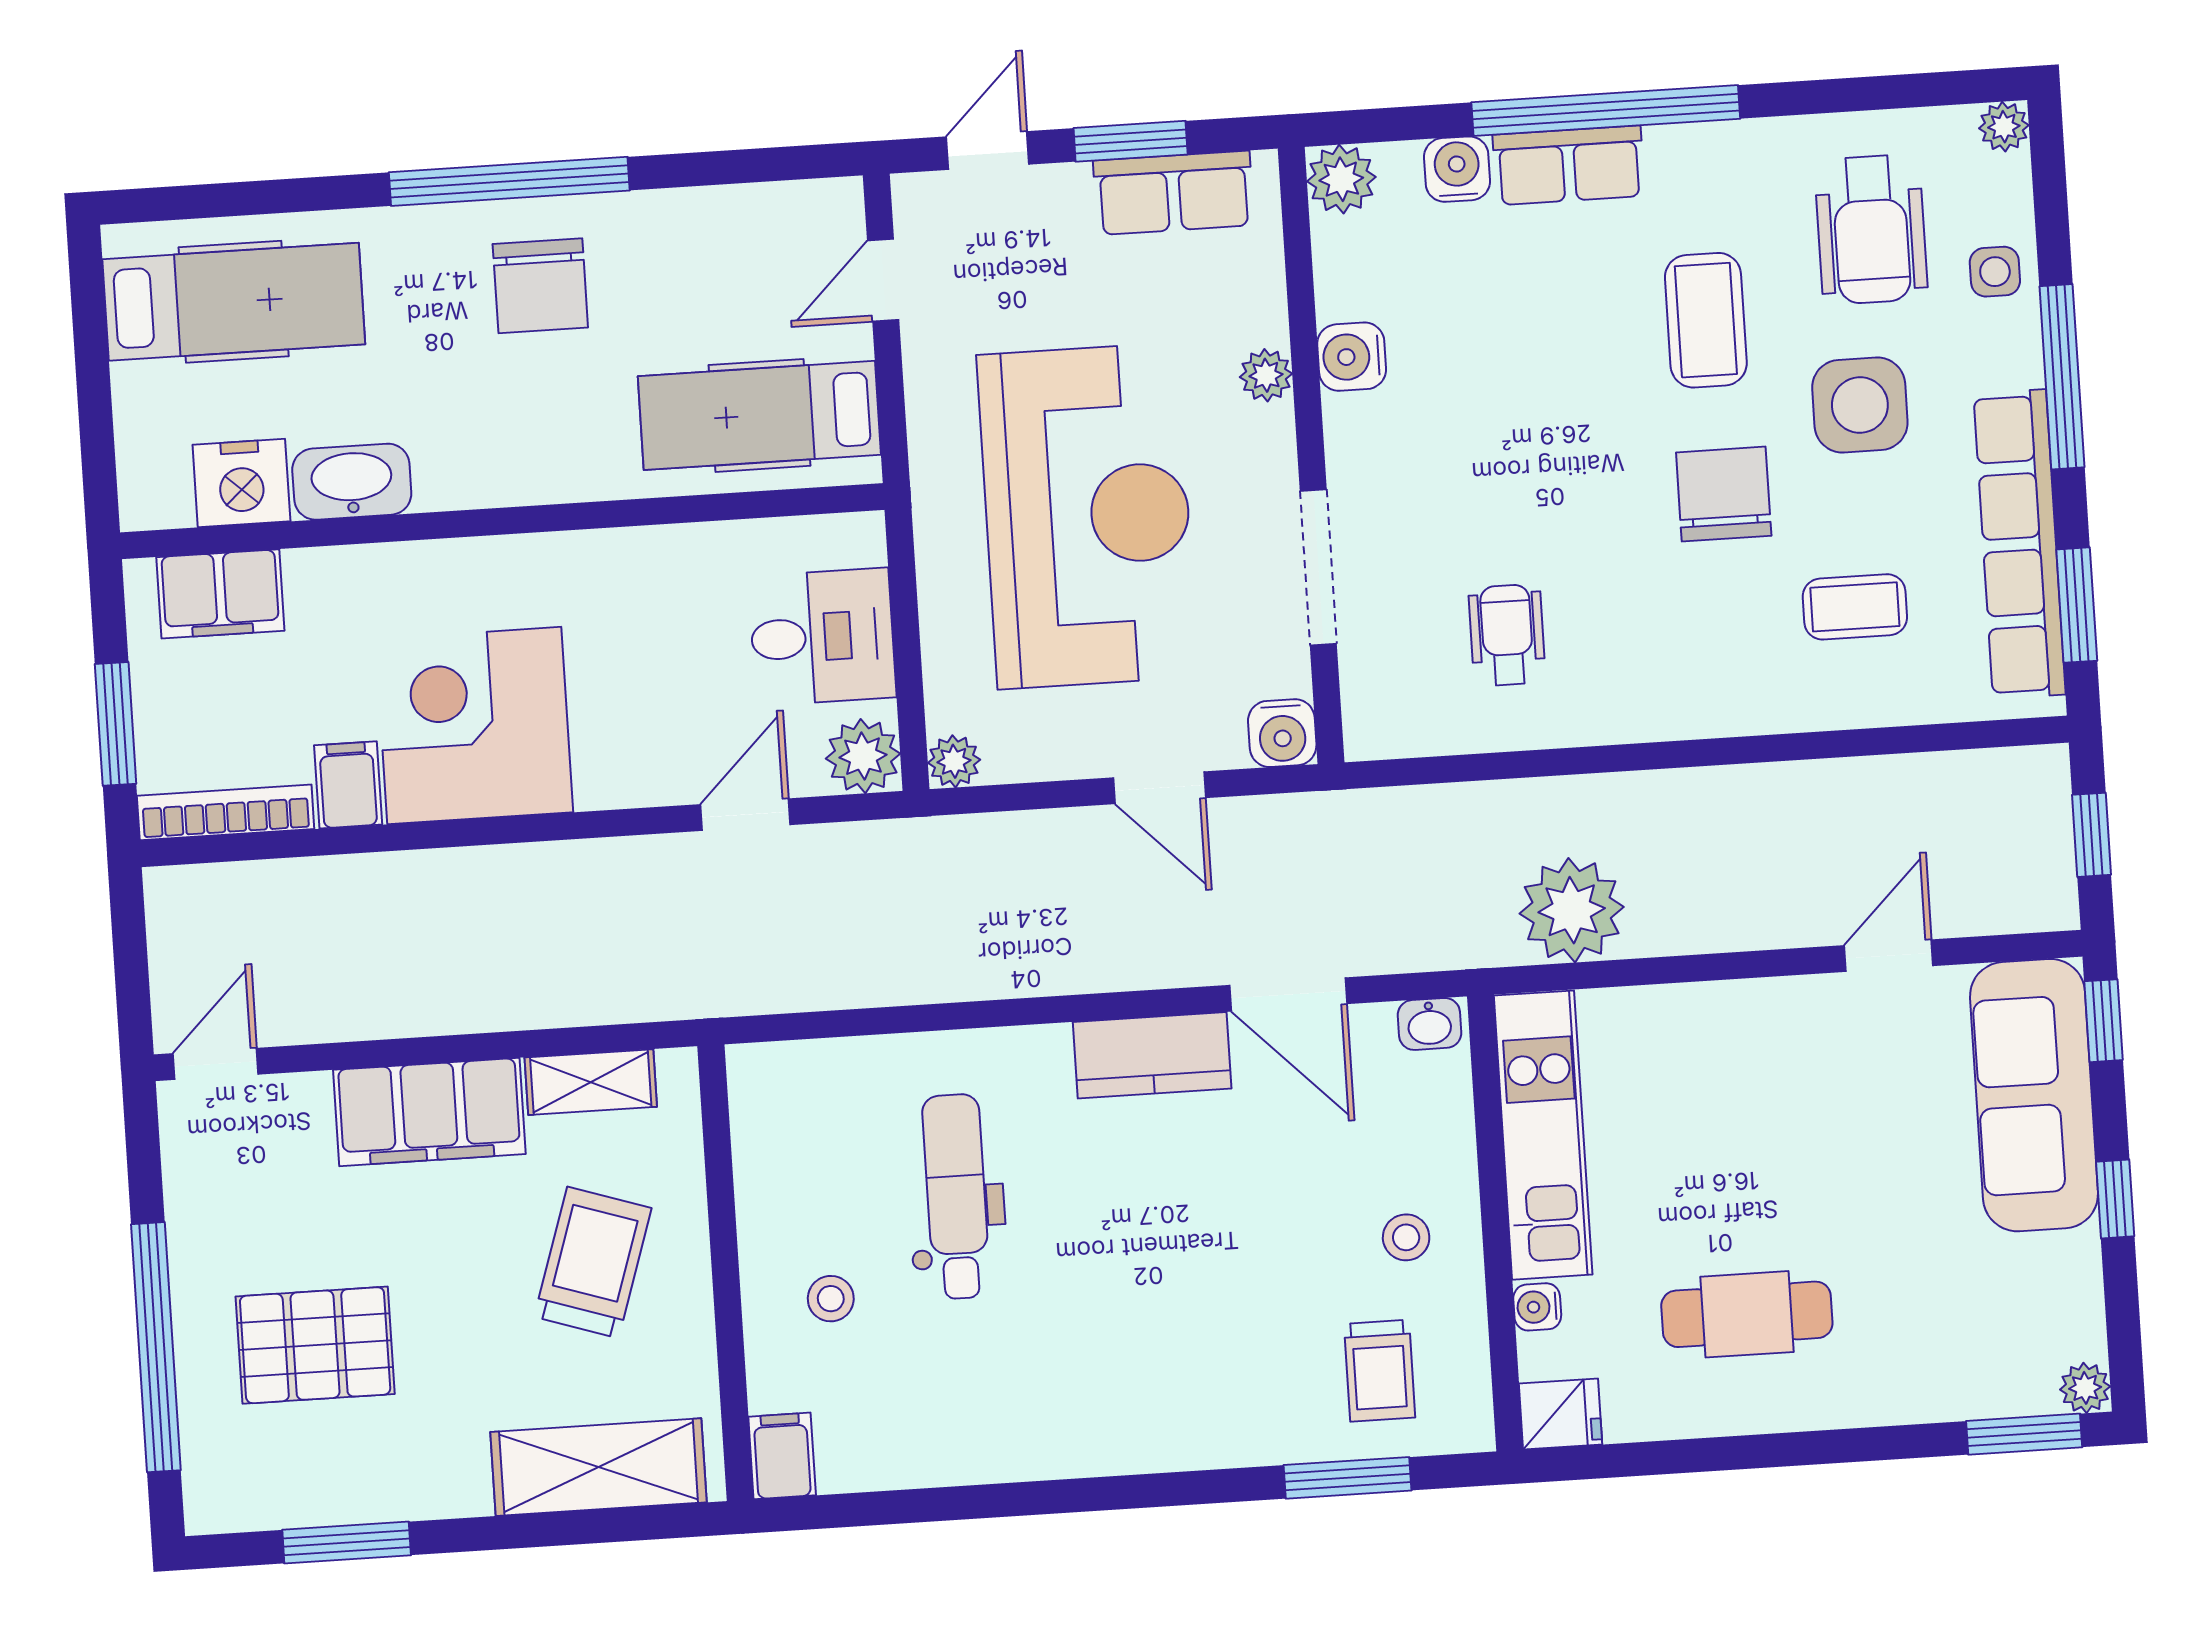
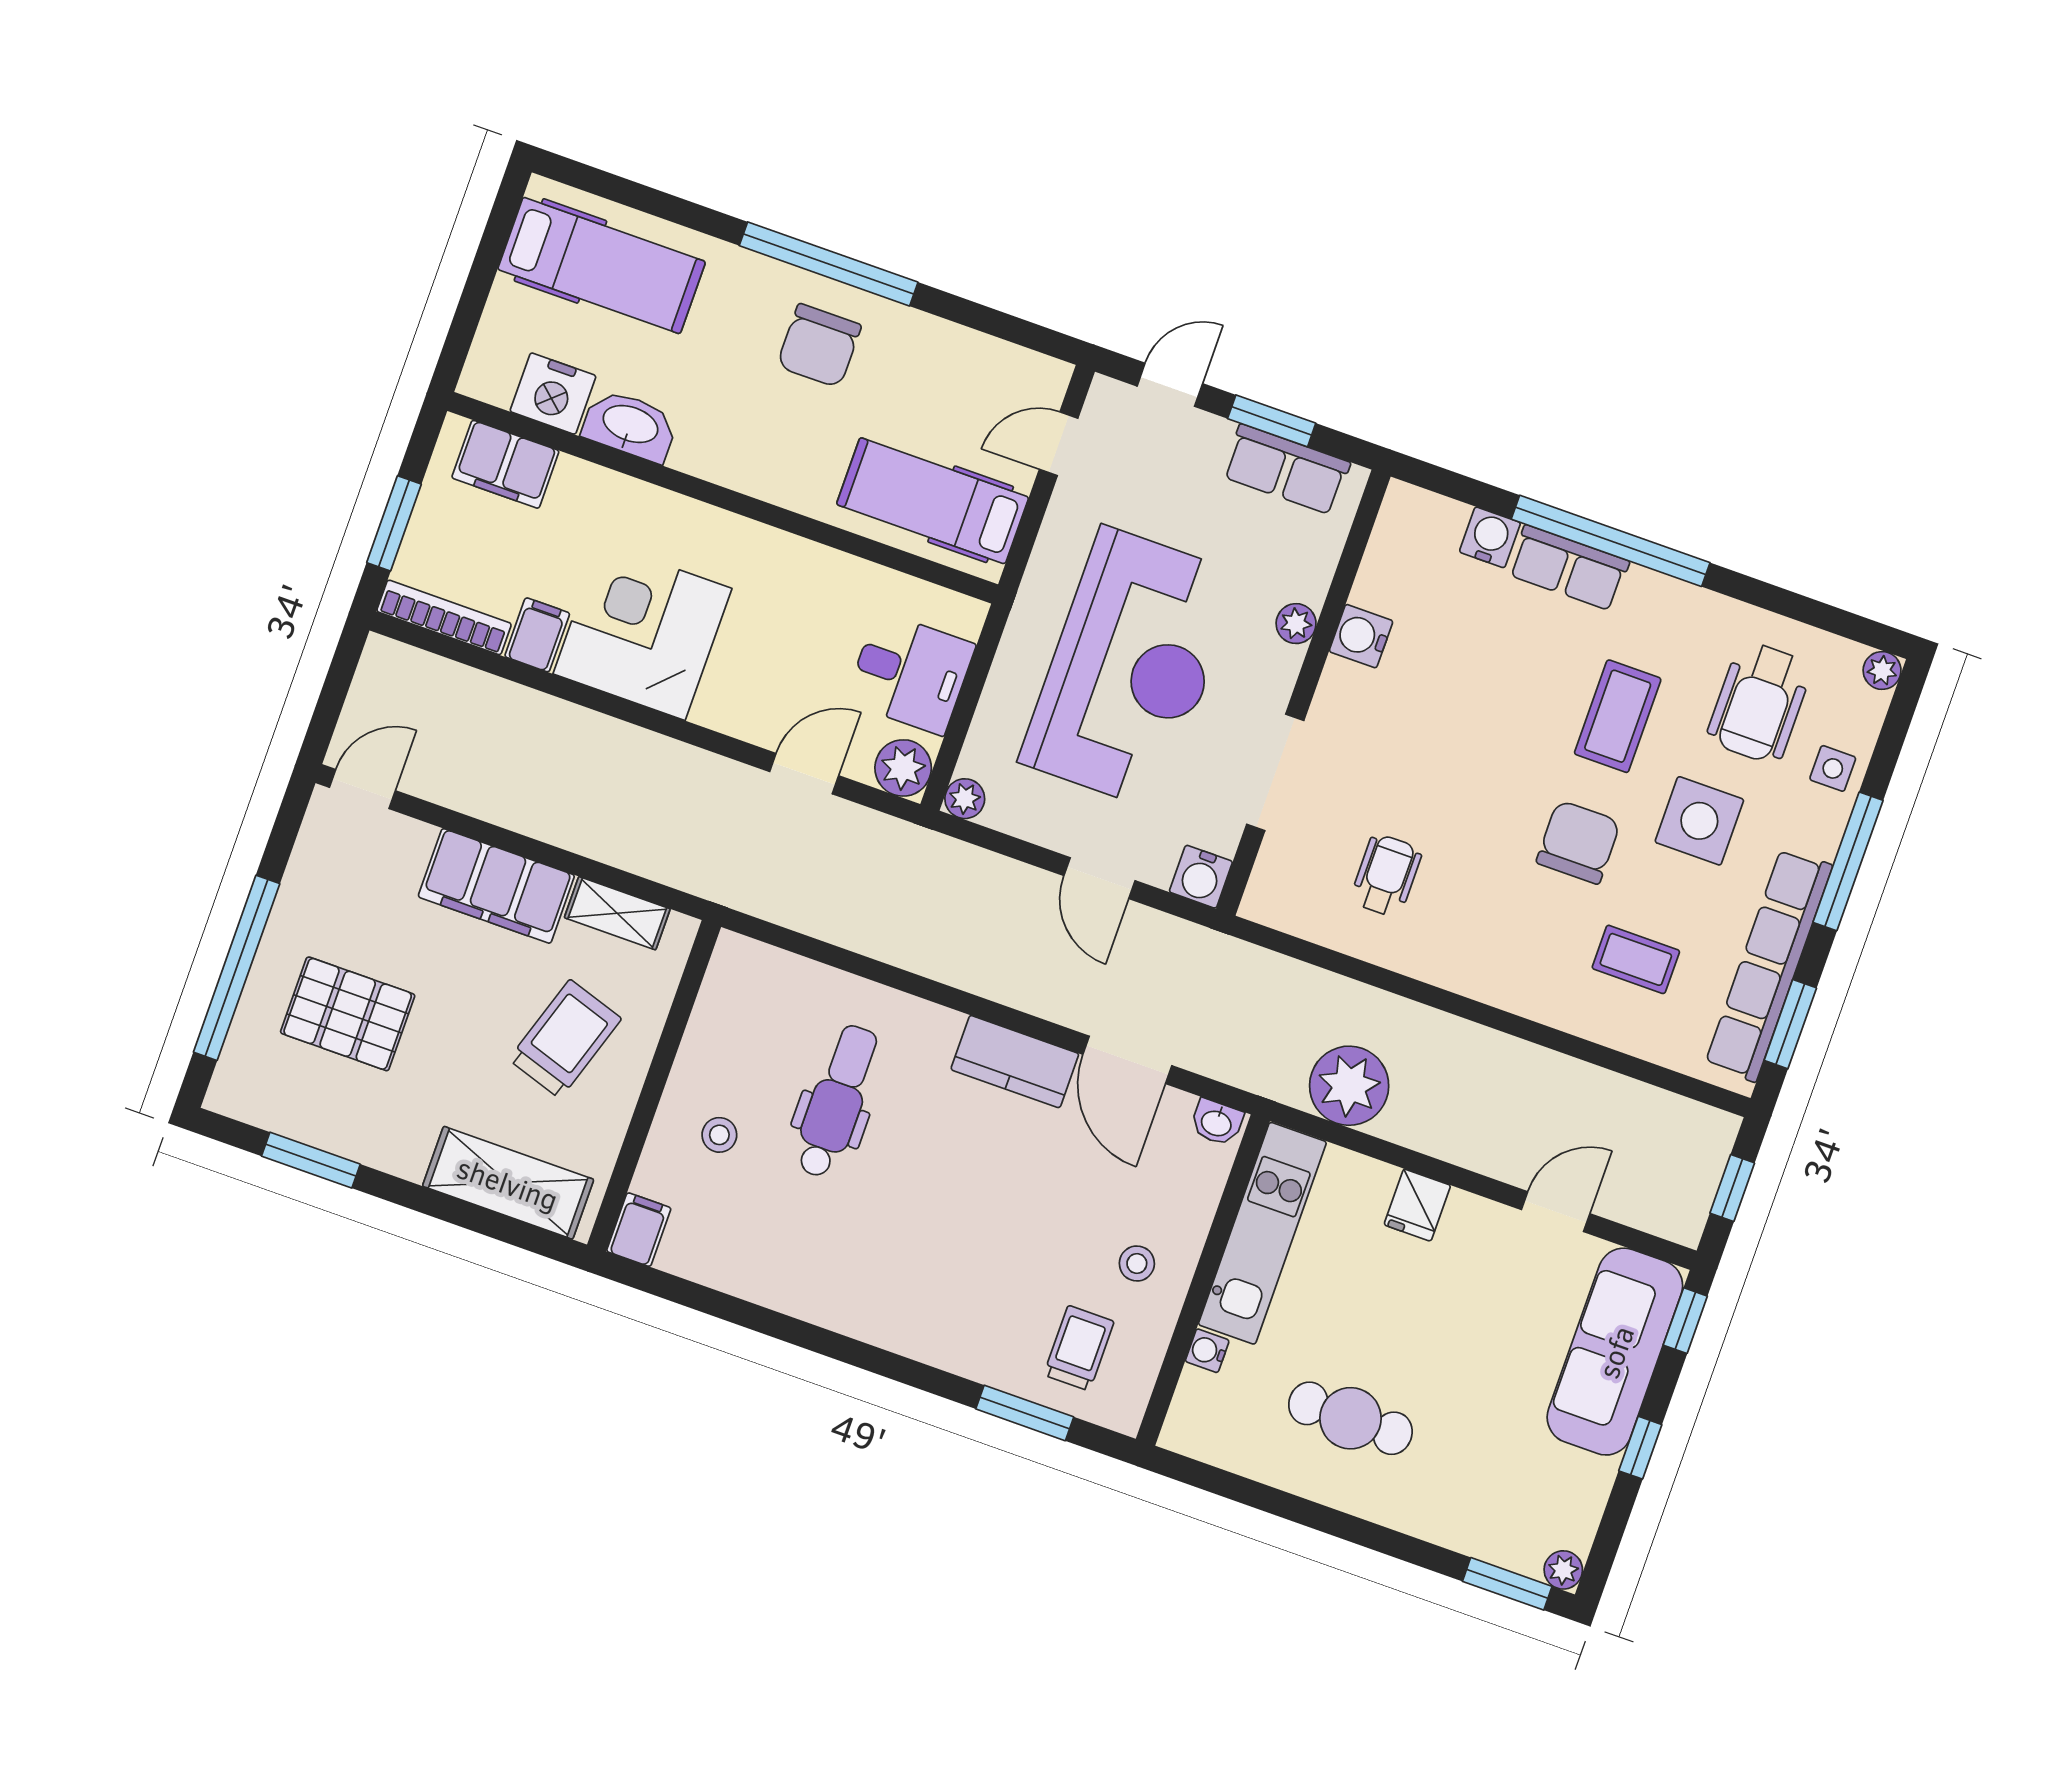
plant: (1341, 179) -> (1407, 510), removed
trolley: (1380, 1371) -> (1079, 1348), turned 180
fridge: (1561, 1414) -> (1417, 1205), moved, turned 90

